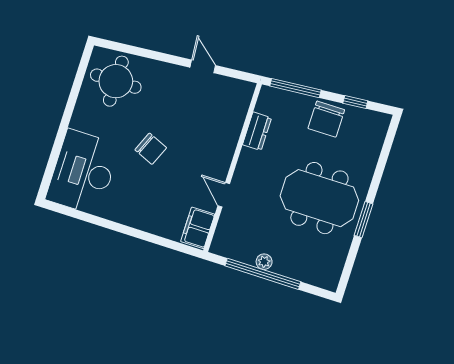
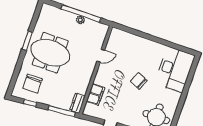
chair: (326, 119) -> (32, 84), moved, turned 180
dresser: (257, 131) -> (77, 103), moved
door: (224, 195) -> (101, 56), hinge flipped
filing cabinet: (198, 228) -> (95, 94), moved

